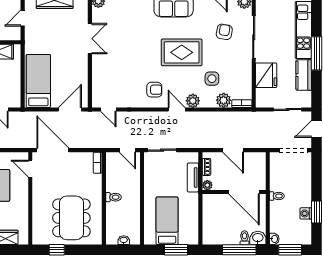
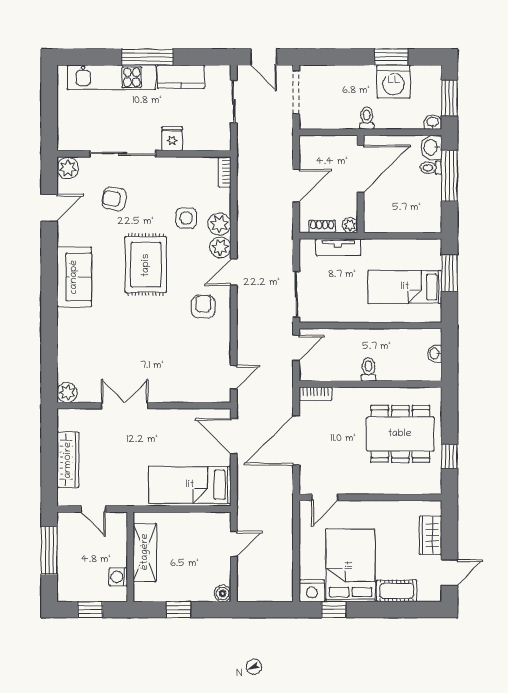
fridge: (266, 75) -> (172, 139), width x0.53, depth x0.75
plant: (224, 100) -> (219, 224), moved
door: (53, 150) -> (296, 440), moved
washing machine: (306, 213) -> (394, 81), width x1.89, depth x1.89

